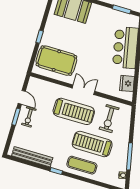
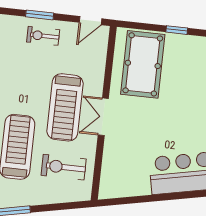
fridge: (127, 83) -> (126, 186), removed
double door: (83, 90) -> (103, 117), swing flipped
door: (22, 97) -> (90, 21), moved

